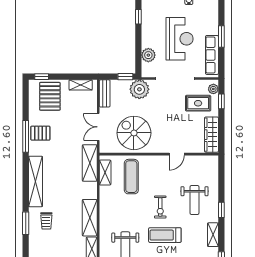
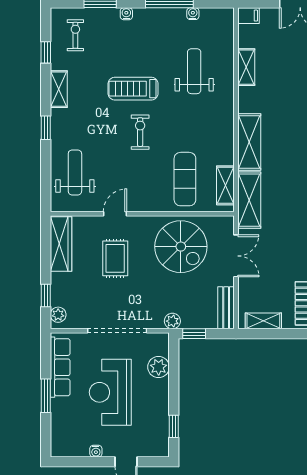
plant: (139, 89) -> (172, 321), width x0.53, depth x0.53
rug: (198, 103) -> (115, 258), moved, turned 90
weight bench: (194, 200) -> (75, 172), moved
shelving: (90, 218) -> (249, 142), moved
treadmill: (165, 235) -> (133, 89), turned 180

